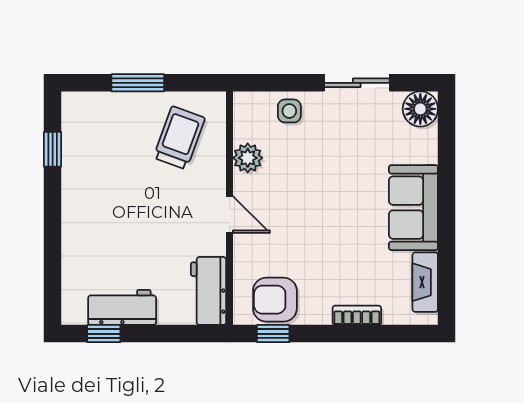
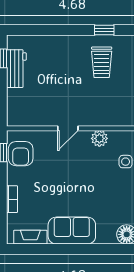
trolley: (179, 138) -> (102, 62), moved, turned 70
workbench: (209, 291) -> (25, 117), removed
armchair: (275, 300) -> (21, 154), turned 180

